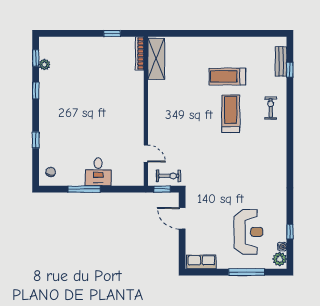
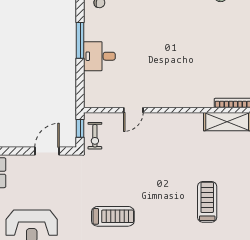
treadmill: (231, 114) -> (113, 216), moved
door: (146, 154) -> (133, 110), moved

